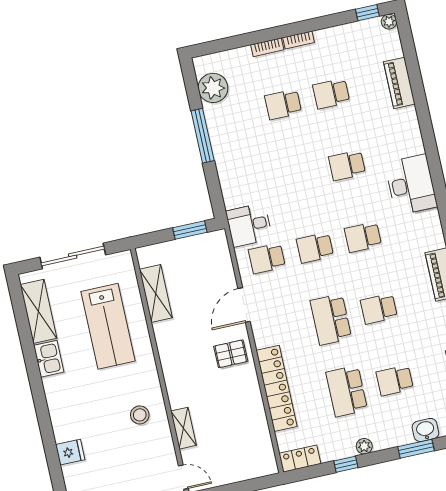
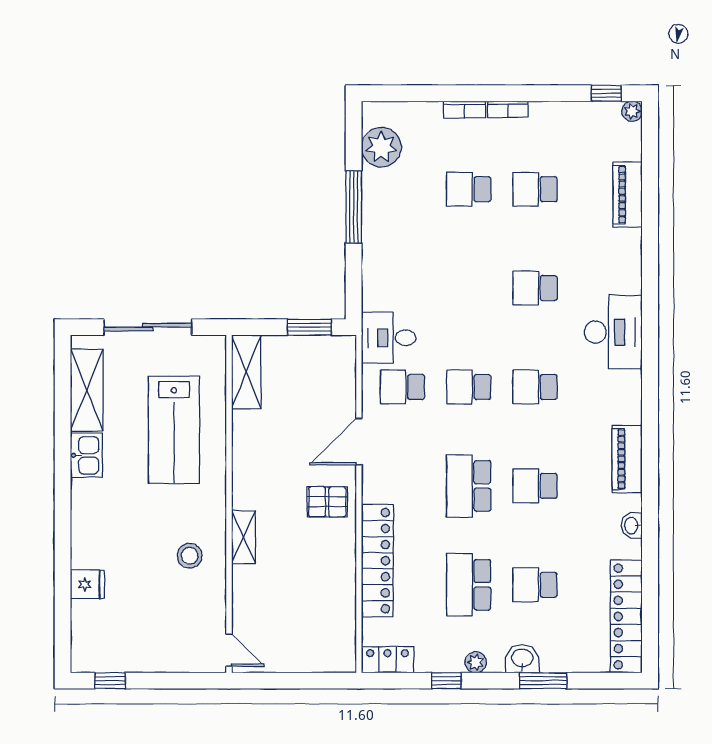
shelving: (156, 294) -> (246, 372), moved
shelving: (184, 428) -> (243, 537), moved
washbasin: (425, 430) -> (522, 659), moved

